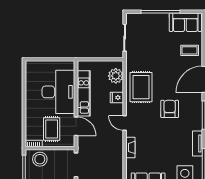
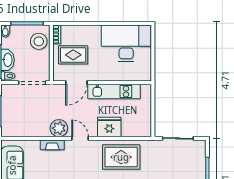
plant: (116, 76) -> (59, 128), moved
desk: (58, 92) -> (126, 43), moved, turned 180
fridge: (117, 97) -> (109, 127), width x1.88, depth x1.34
door: (125, 123) -> (80, 138), hinge flipped

